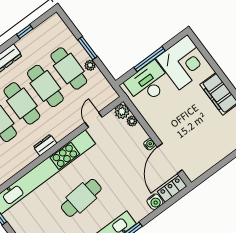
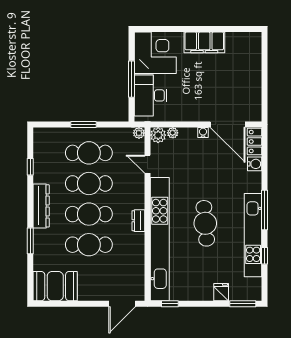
plant: (90, 65) -> (139, 133), moved

